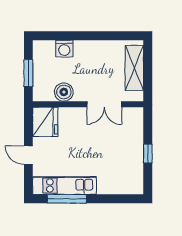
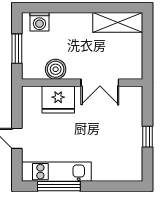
washing machine: (64, 49) -> (39, 22), moved
shelving: (134, 68) -> (118, 22), moved, turned 90
fridge: (45, 122) -> (58, 99), moved, turned 90

